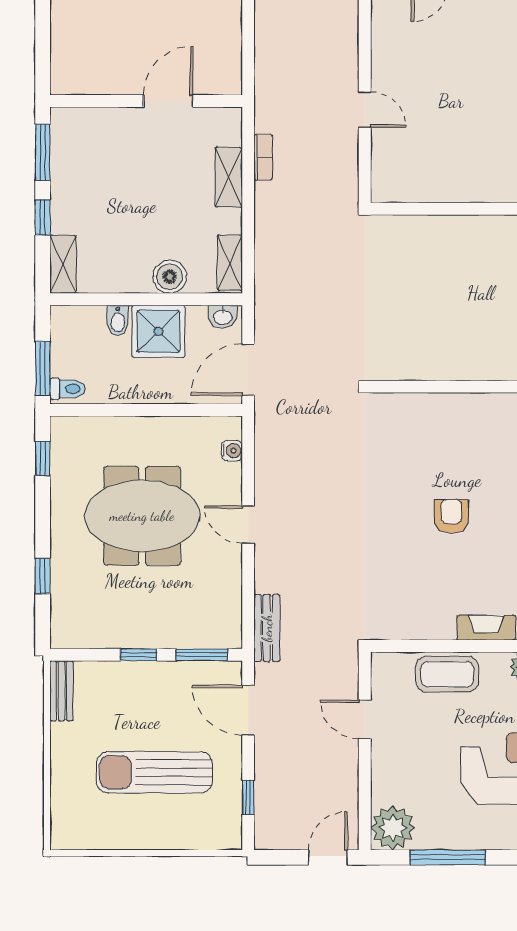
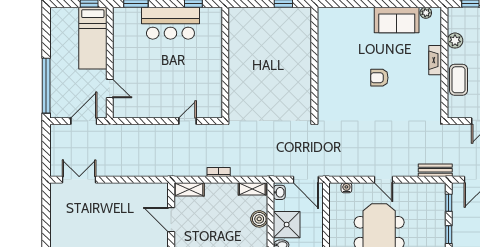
door: (365, 110) -> (187, 121), moved
bookcase: (263, 157) -> (219, 172), moved
shelving: (229, 177) -> (189, 189), moved
door: (248, 525) -> (384, 180), hinge flipped
window: (202, 655) -> (449, 203), width x0.67

